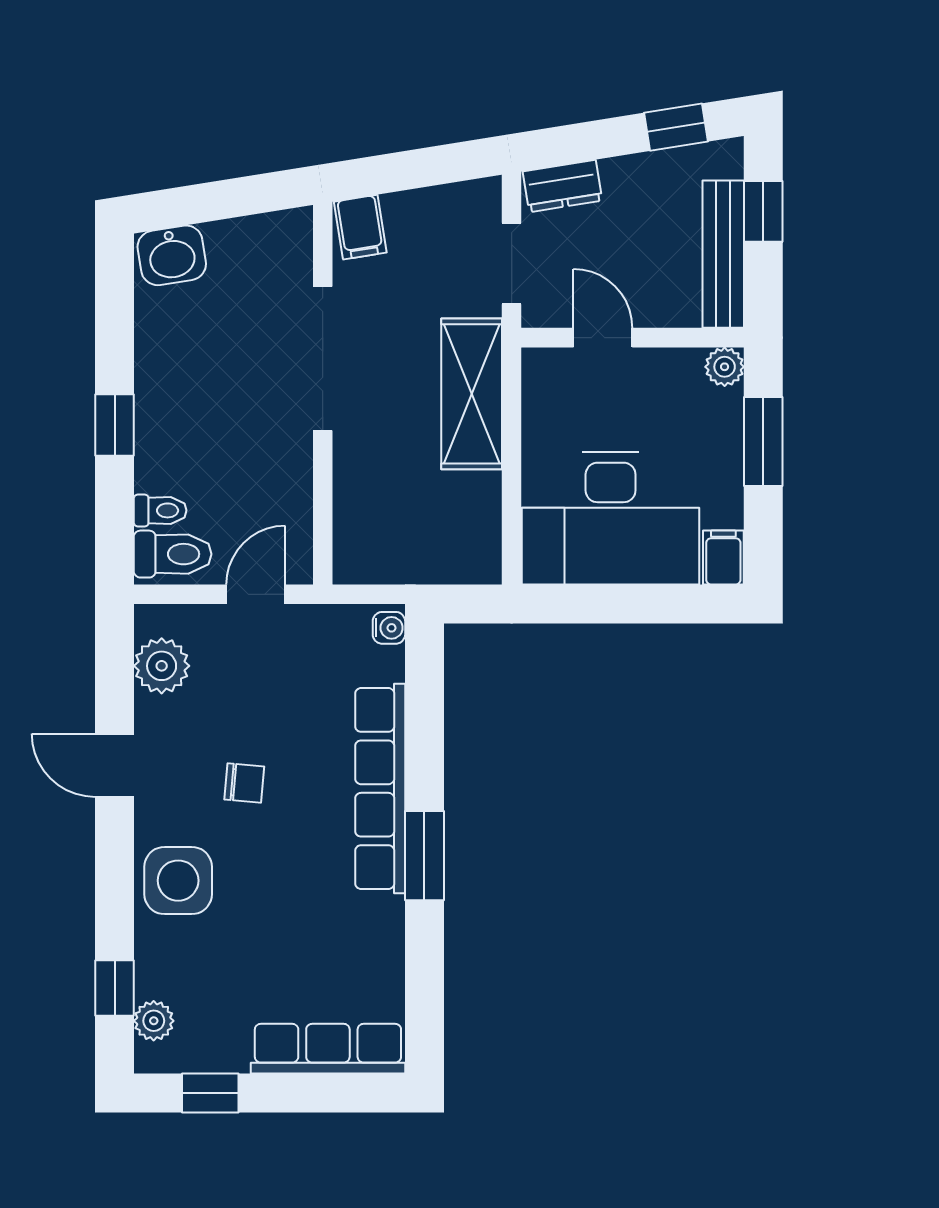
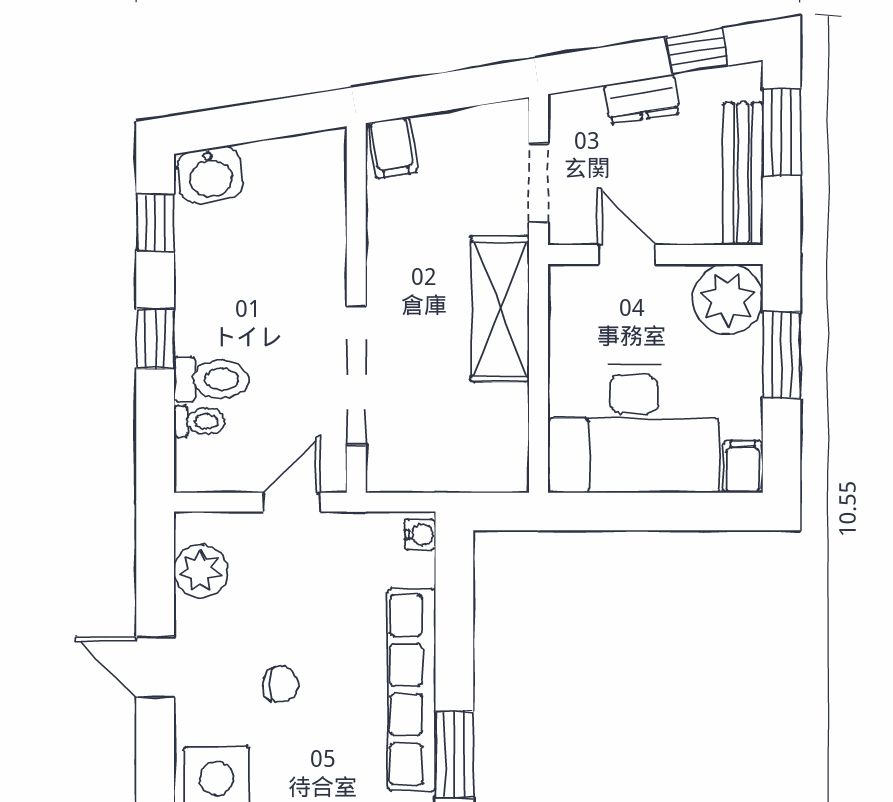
dresser: (562, 186) -> (642, 99), moved
window: (763, 211) -> (781, 133), width x1.50
window: (115, 305) -> (155, 223), added
doorway: (323, 358) -> (356, 375), moved
plant: (725, 367) -> (728, 299), width x1.87, depth x1.87
toilet: (173, 554) -> (211, 379), moved

